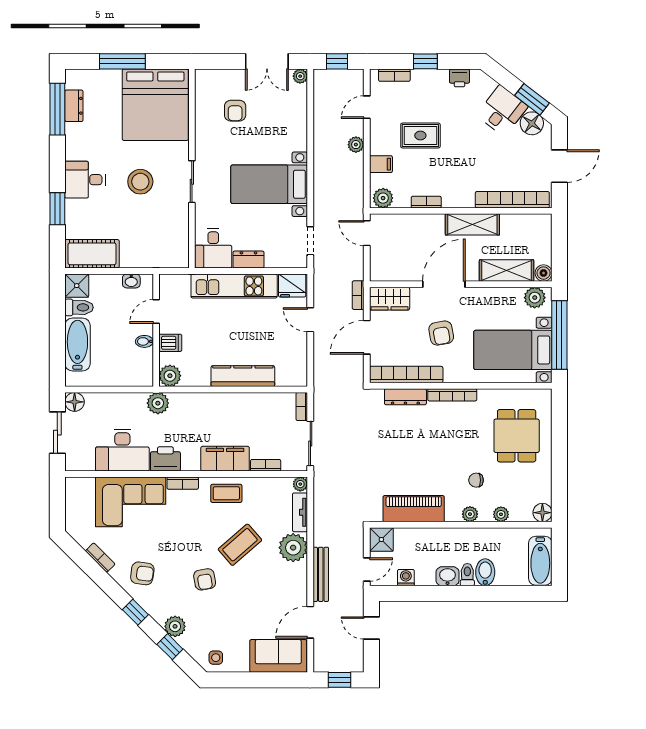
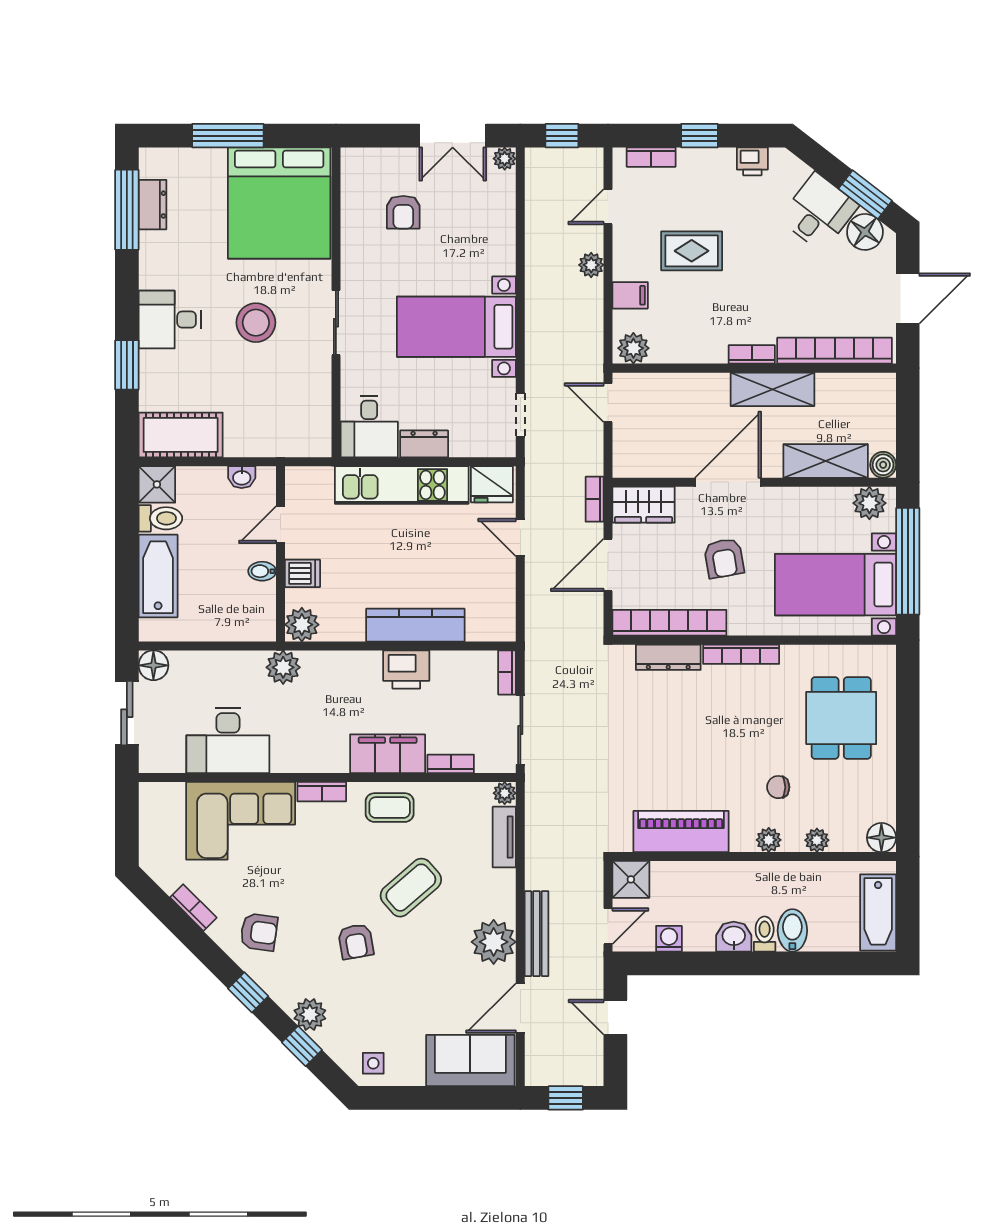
bookcase: (426, 202) -> (752, 354), moved
printer: (165, 459) -> (406, 669), moved, turned 180
plant: (293, 548) -> (494, 942), moved

